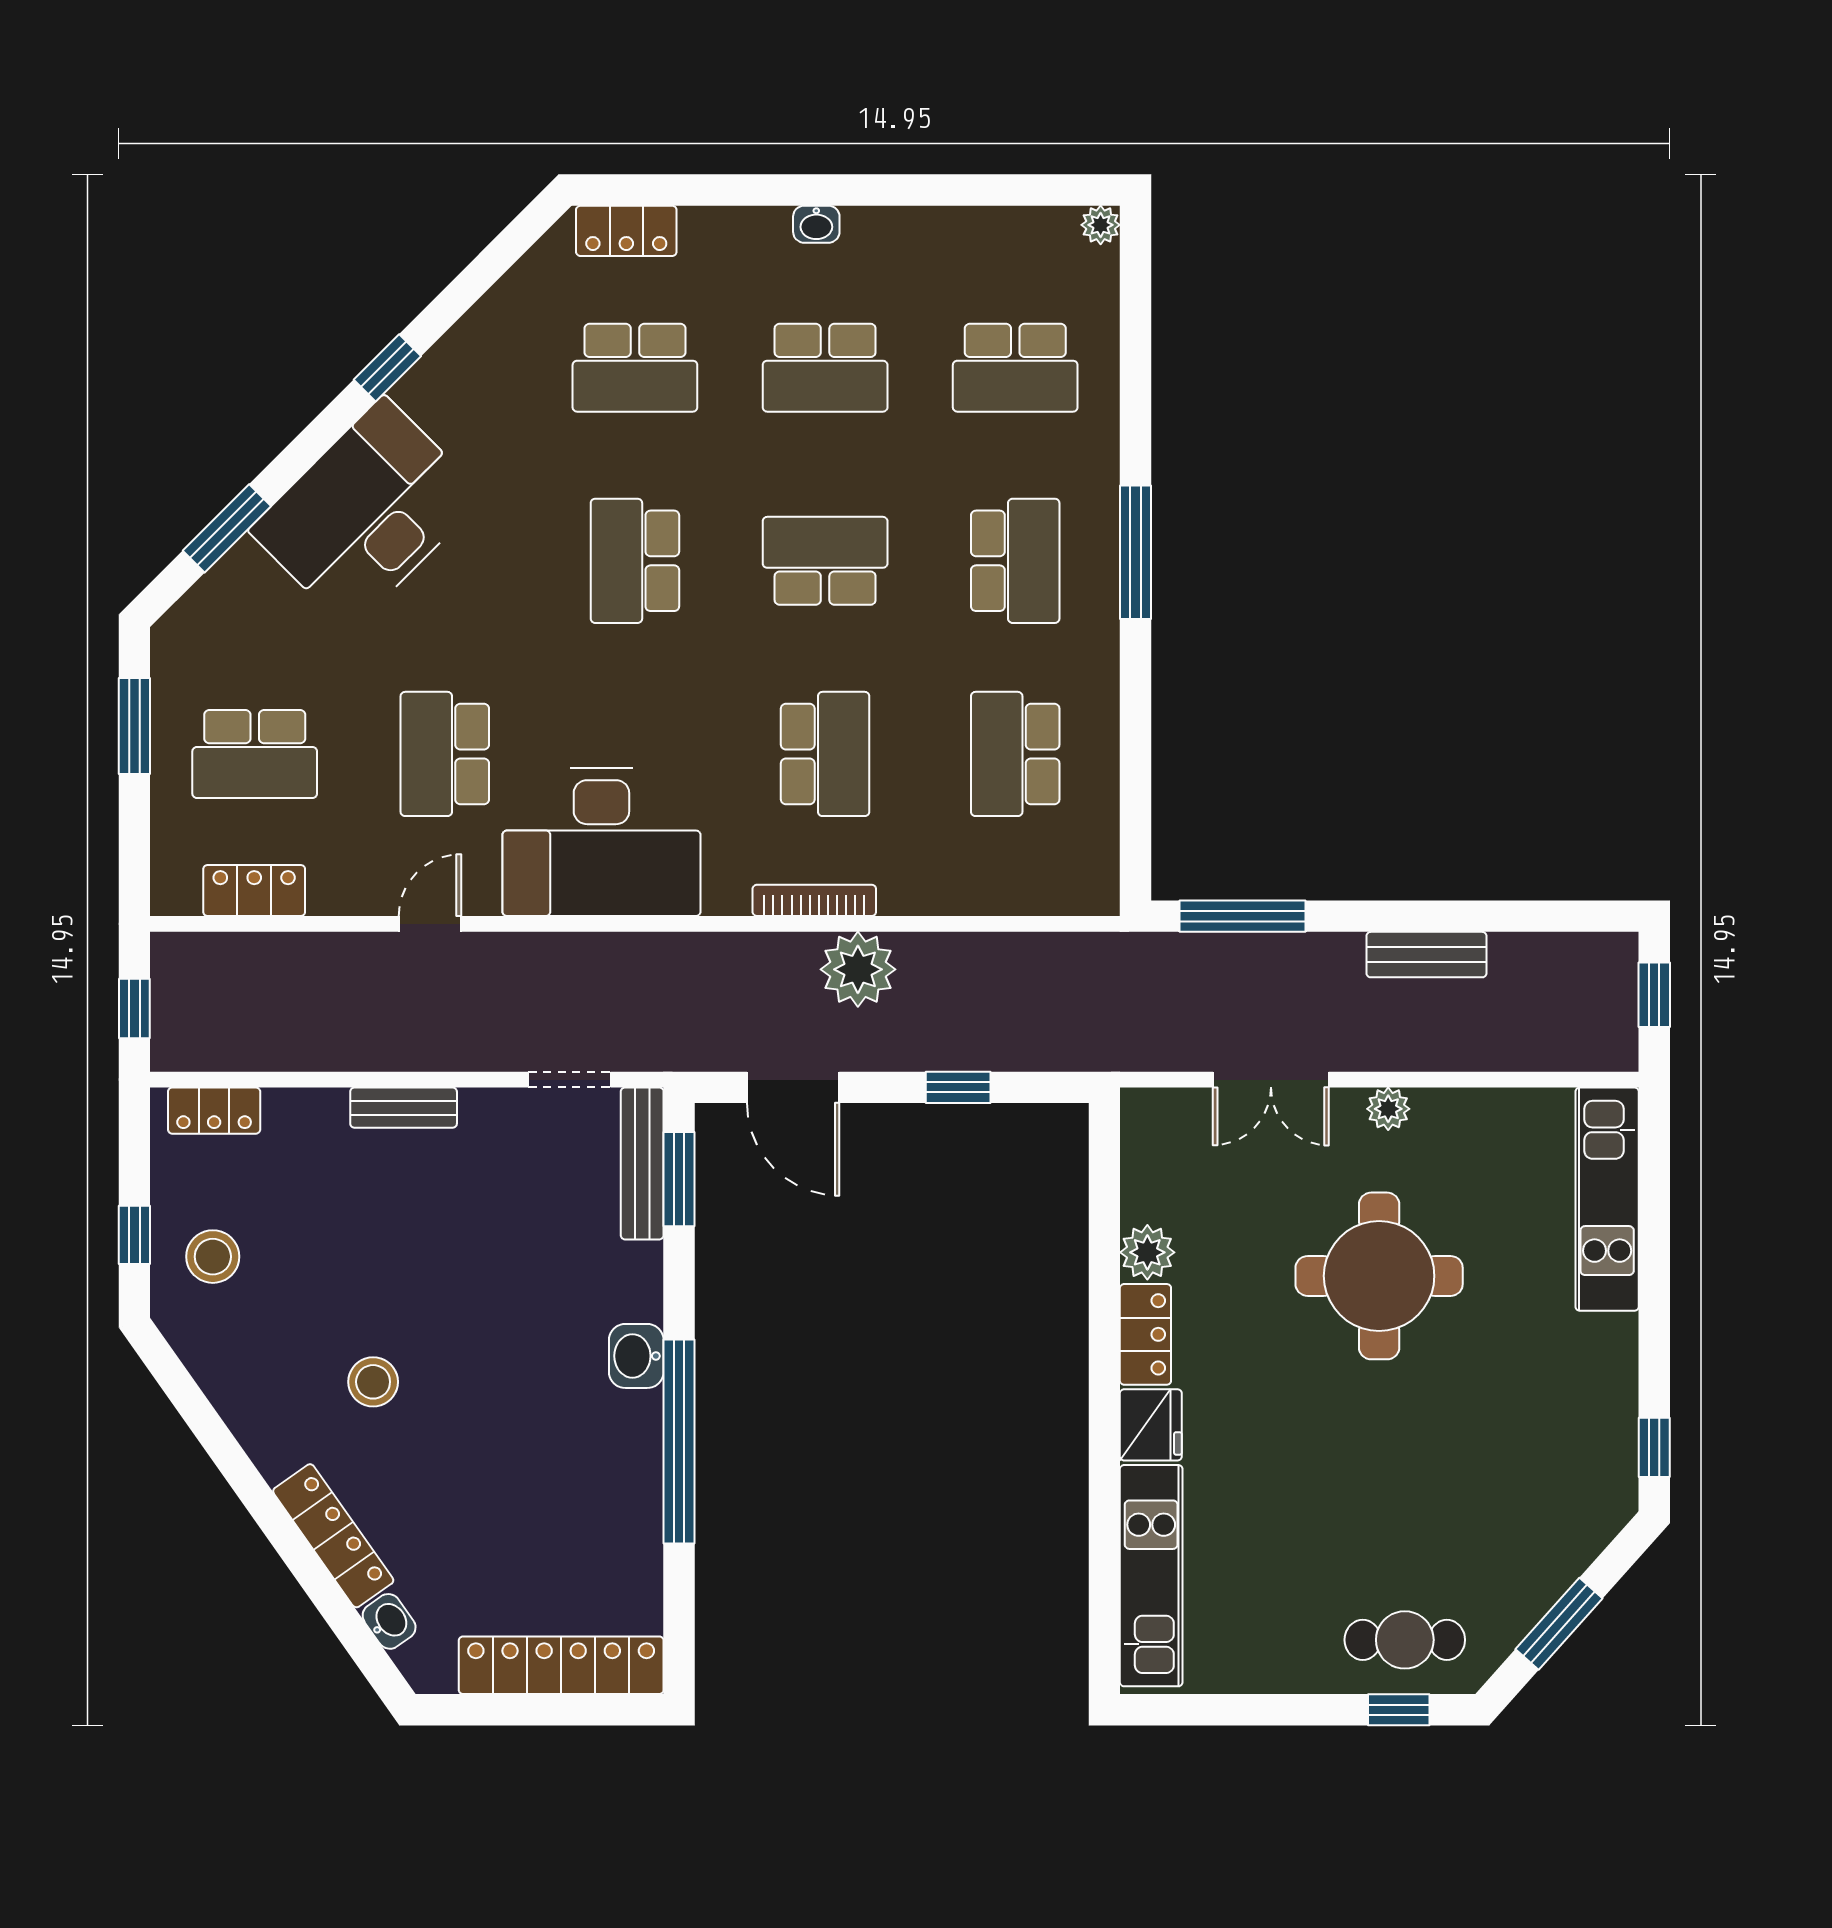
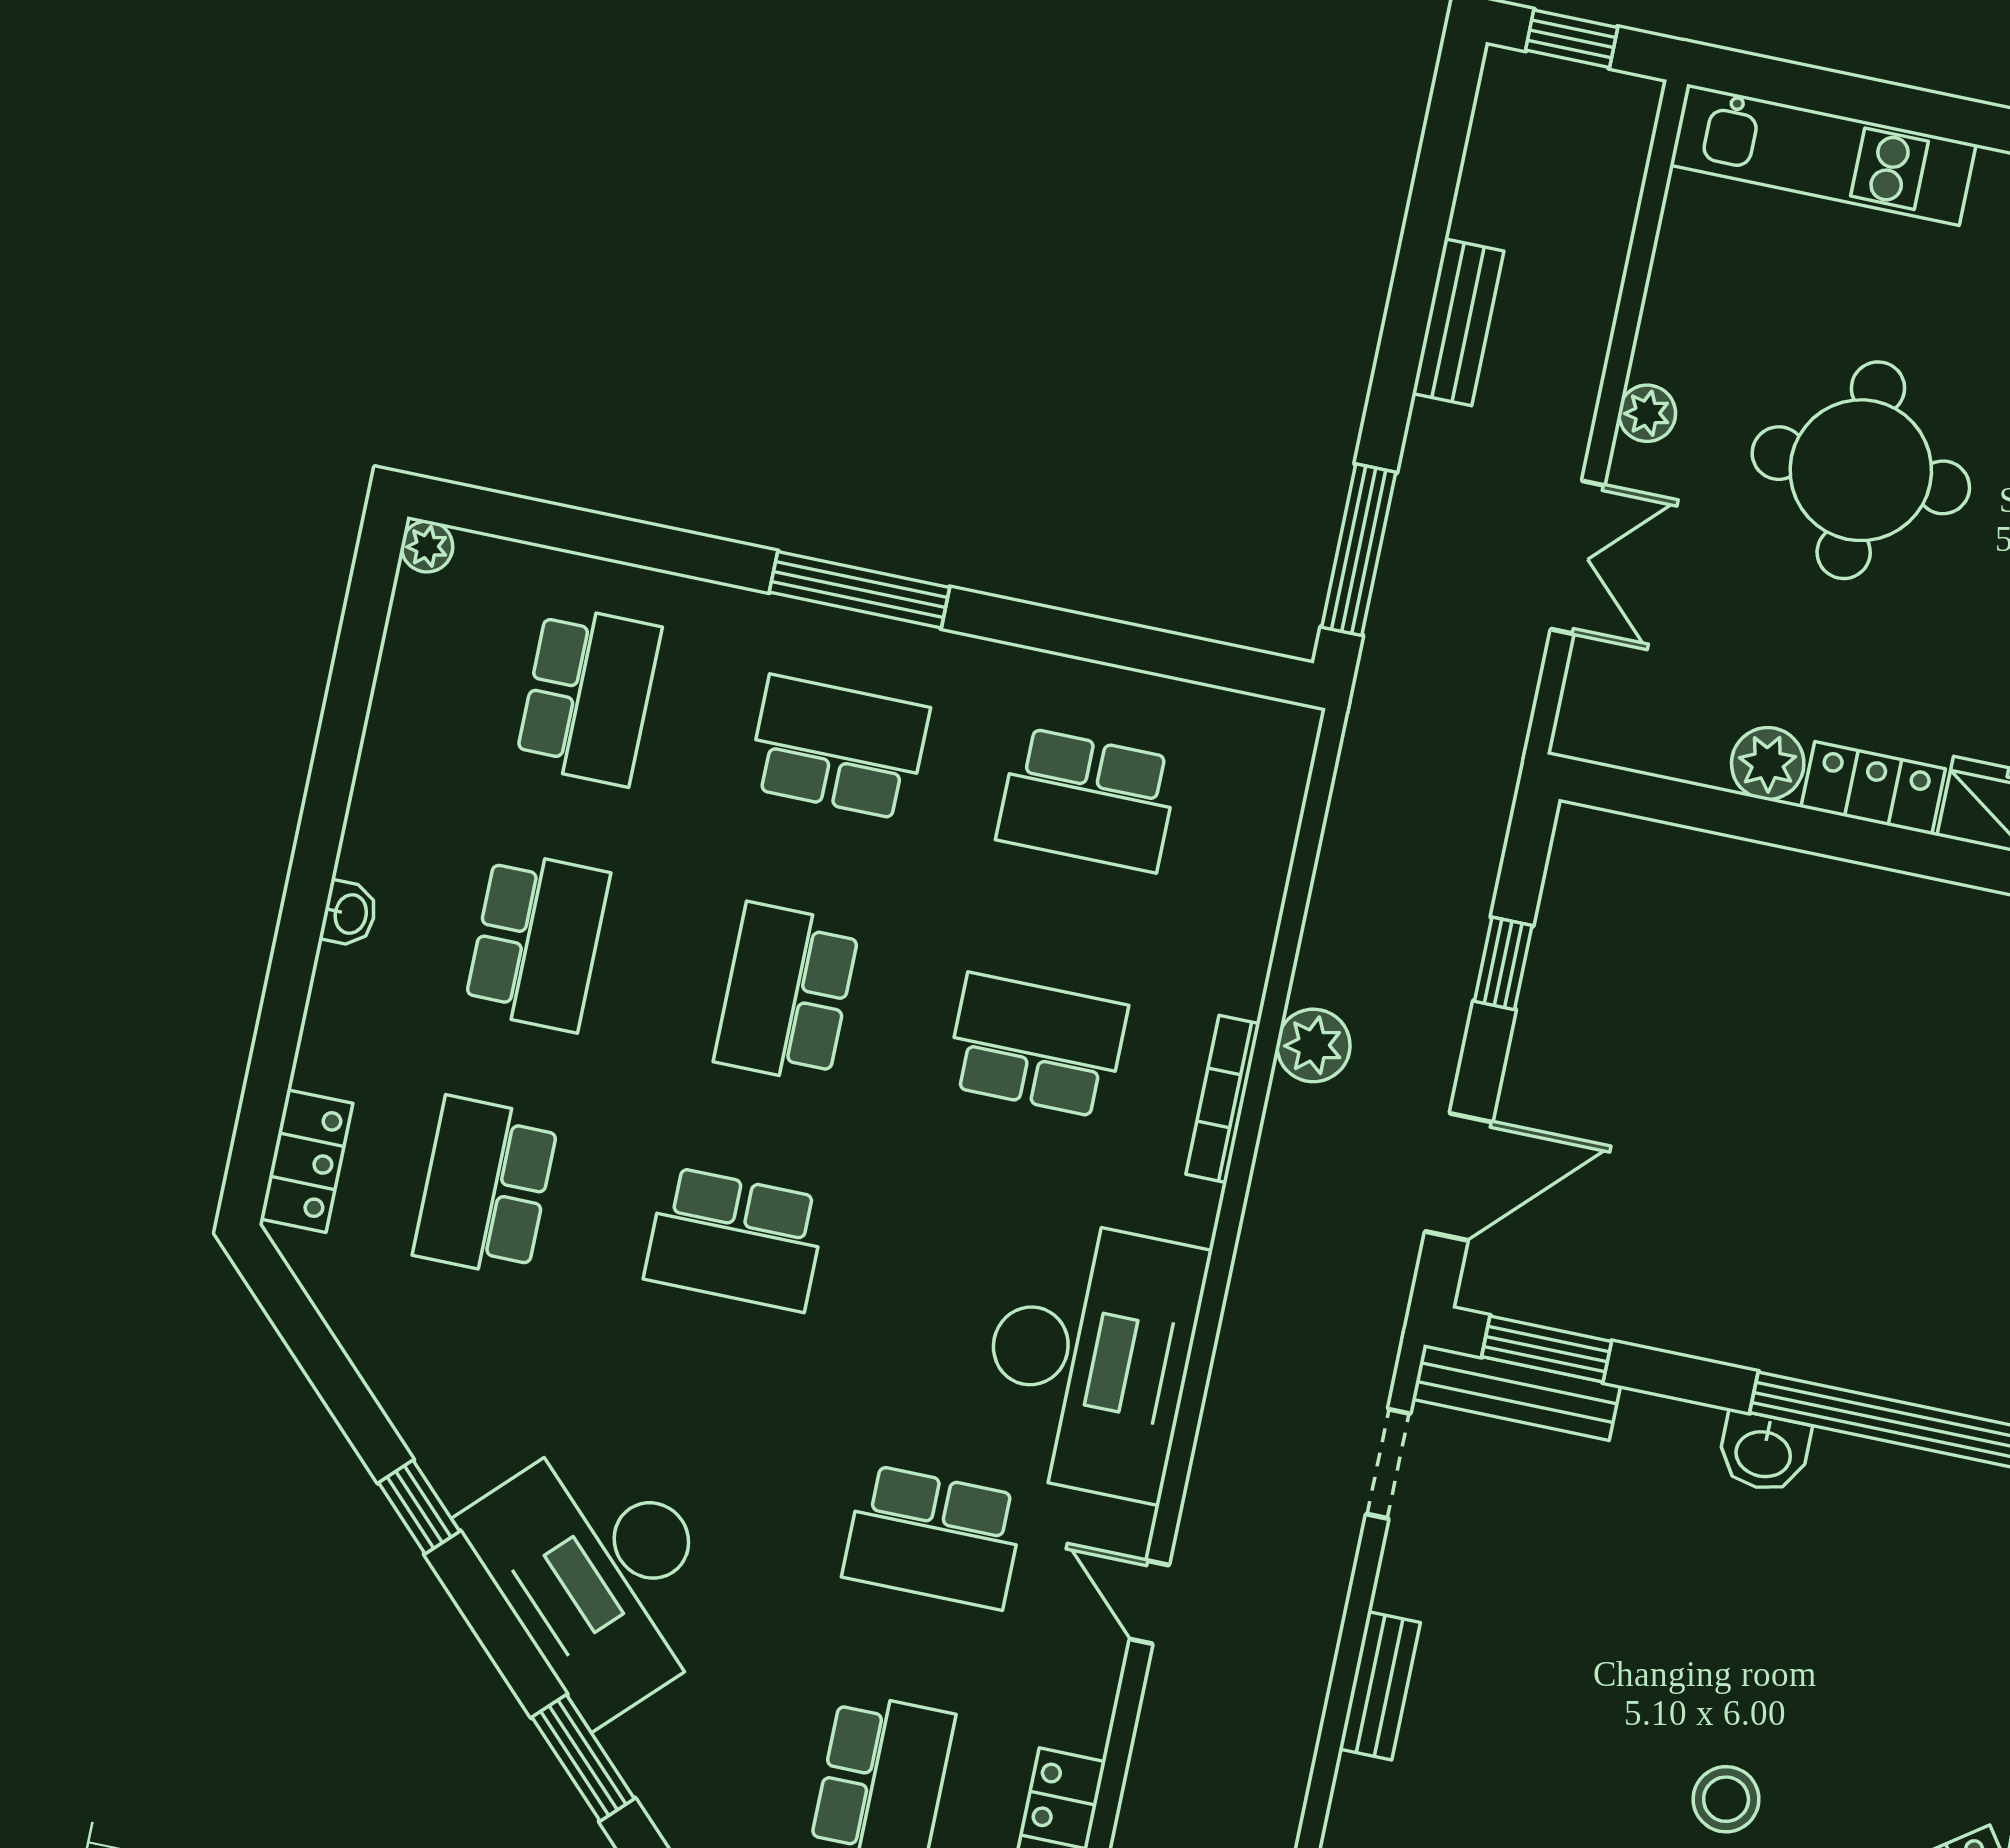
school desk: (635, 368) -> (486, 1187), turned 180
plant: (858, 969) -> (1313, 1045), width x0.73, depth x0.73

